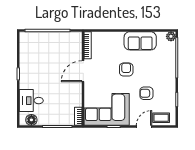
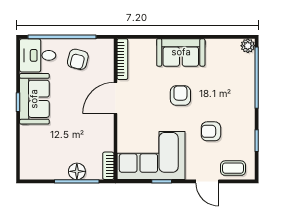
sofa: (140, 41) -> (181, 52), moved
armchair: (58, 45) -> (78, 59), added
sofa: (29, 72) -> (34, 99), added
desk: (31, 101) -> (38, 55), moved
floor lamp: (31, 120) -> (77, 171), moved
door: (144, 127) -> (207, 181), swing flipped

